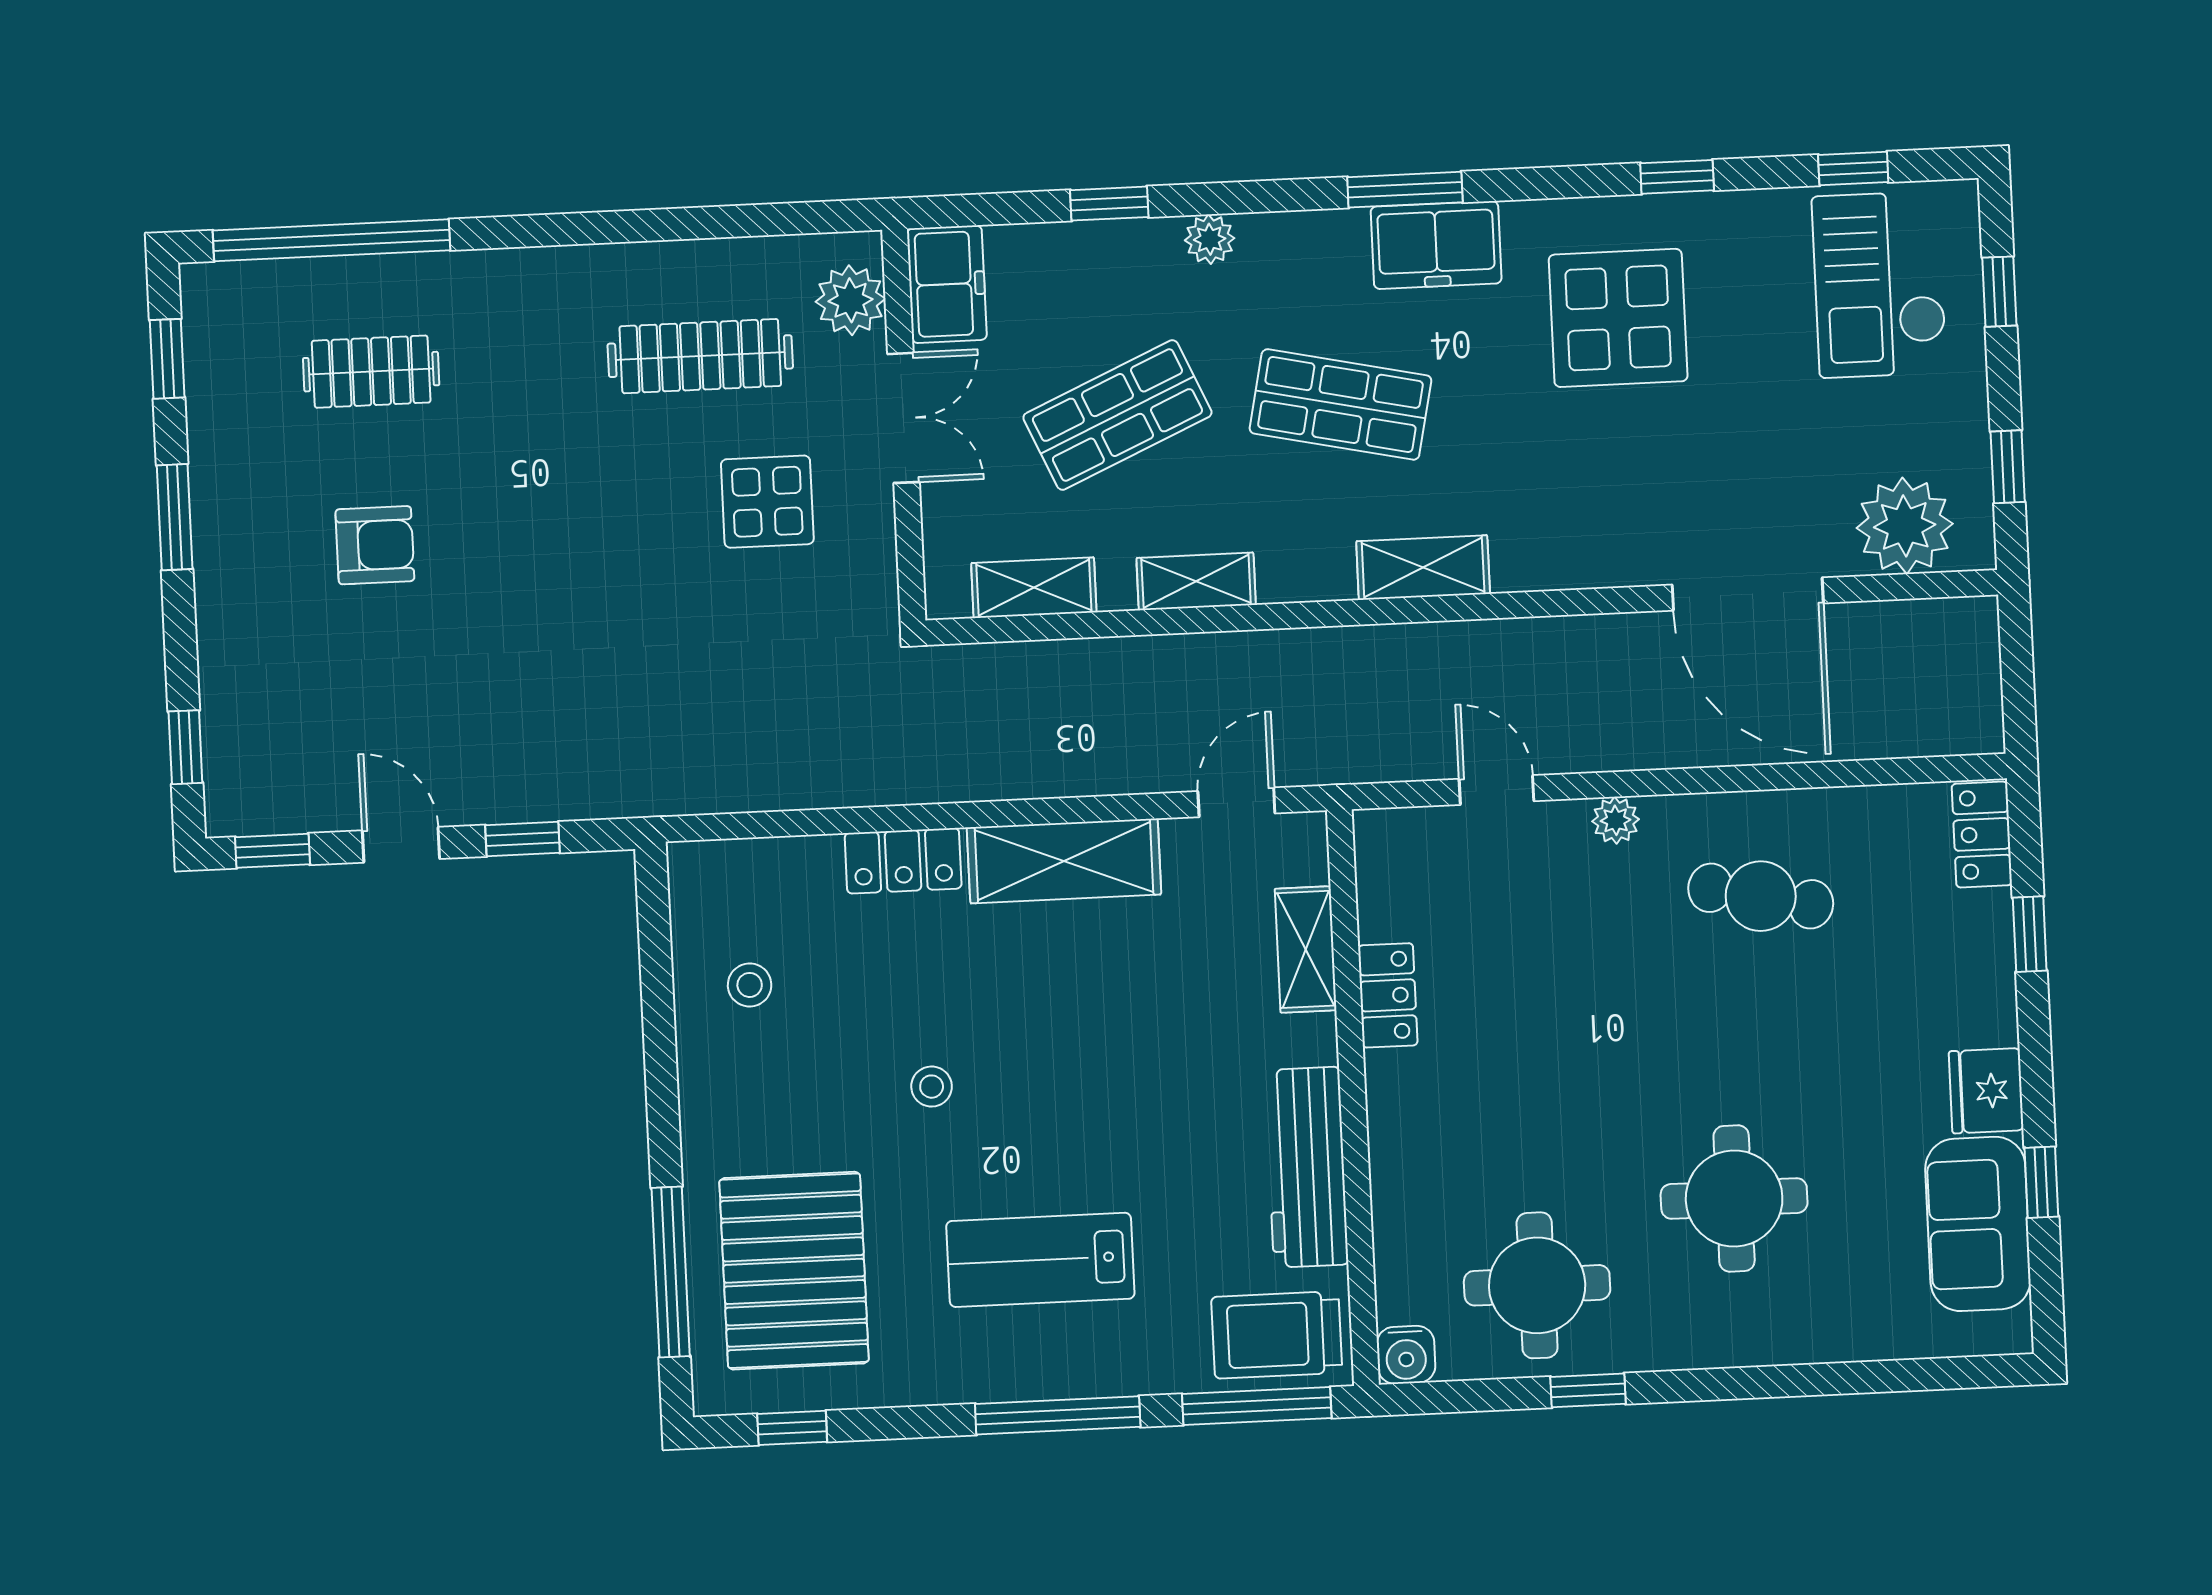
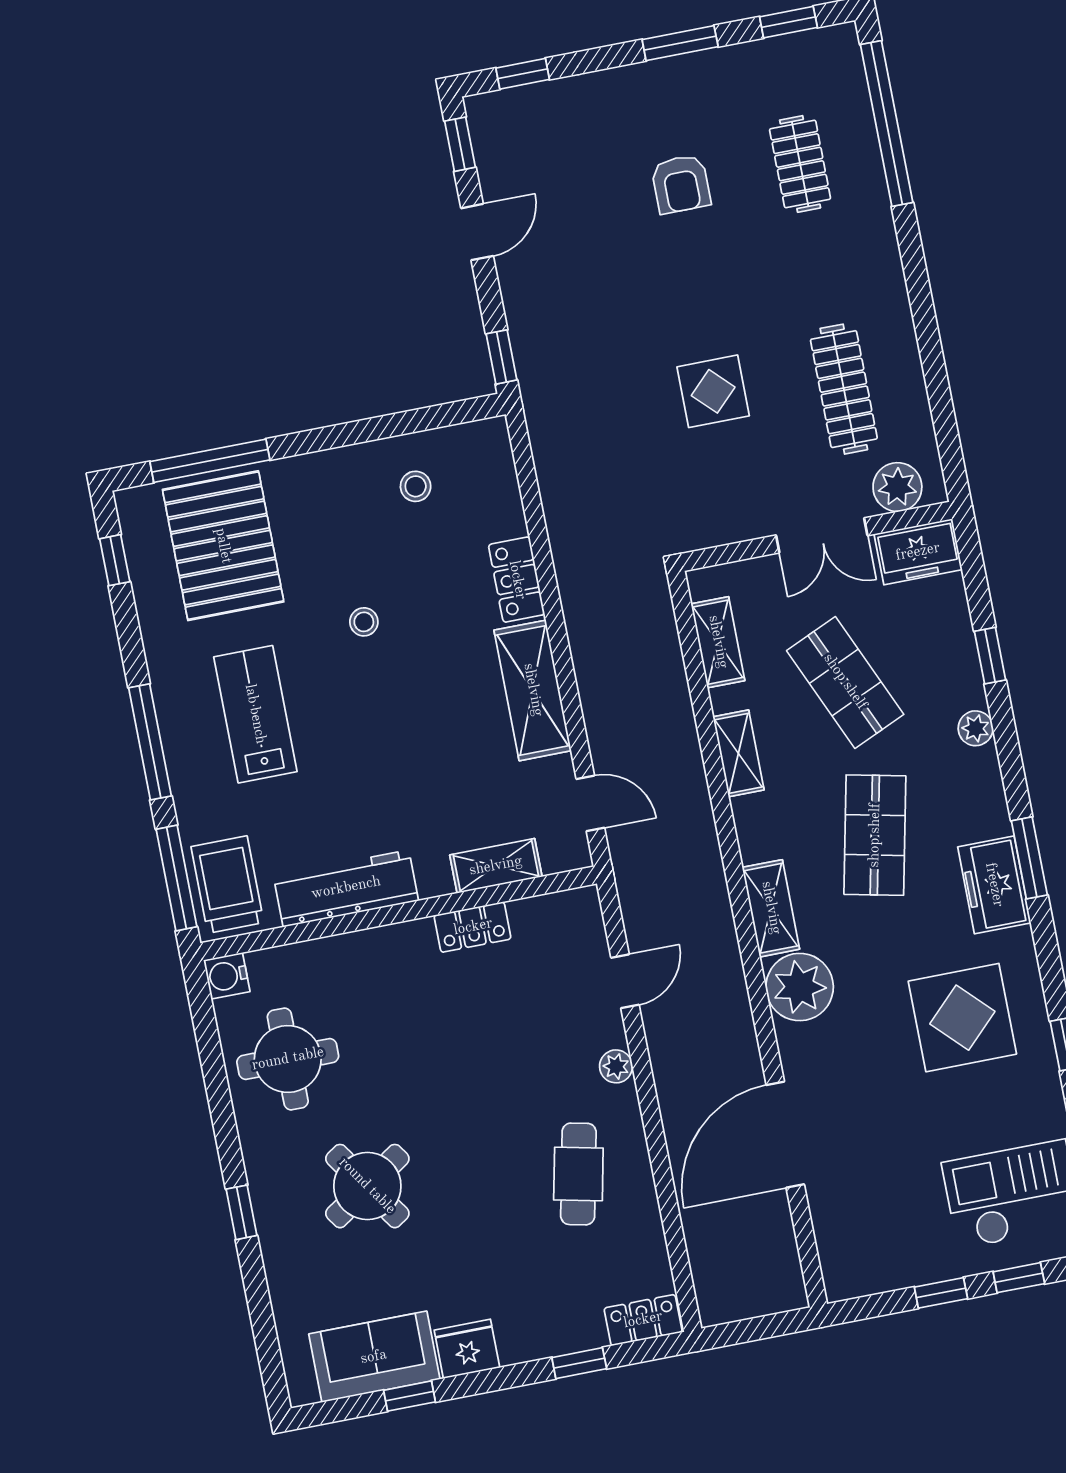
window: (2008, 467) -> (941, 1293), moved
display table: (767, 502) -> (713, 391), moved
plant: (1905, 526) -> (800, 987), moved
window: (523, 839) -> (501, 357), moved
round table: (1734, 1198) -> (367, 1186), turned -34
pallet: (794, 1271) -> (223, 546), turned 90
window: (1588, 1390) -> (241, 1212), moved

